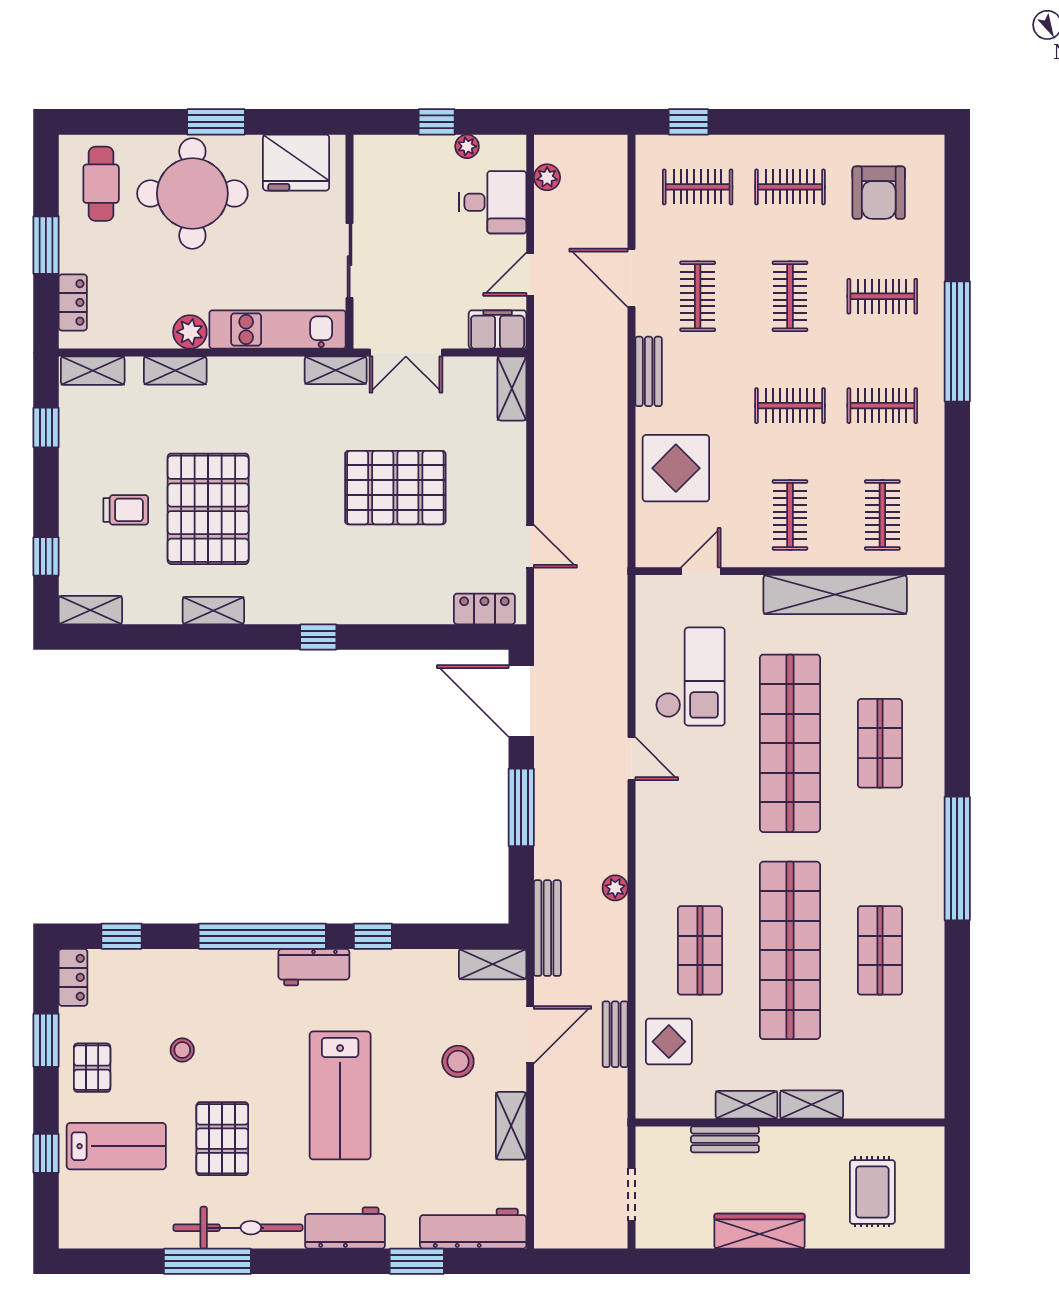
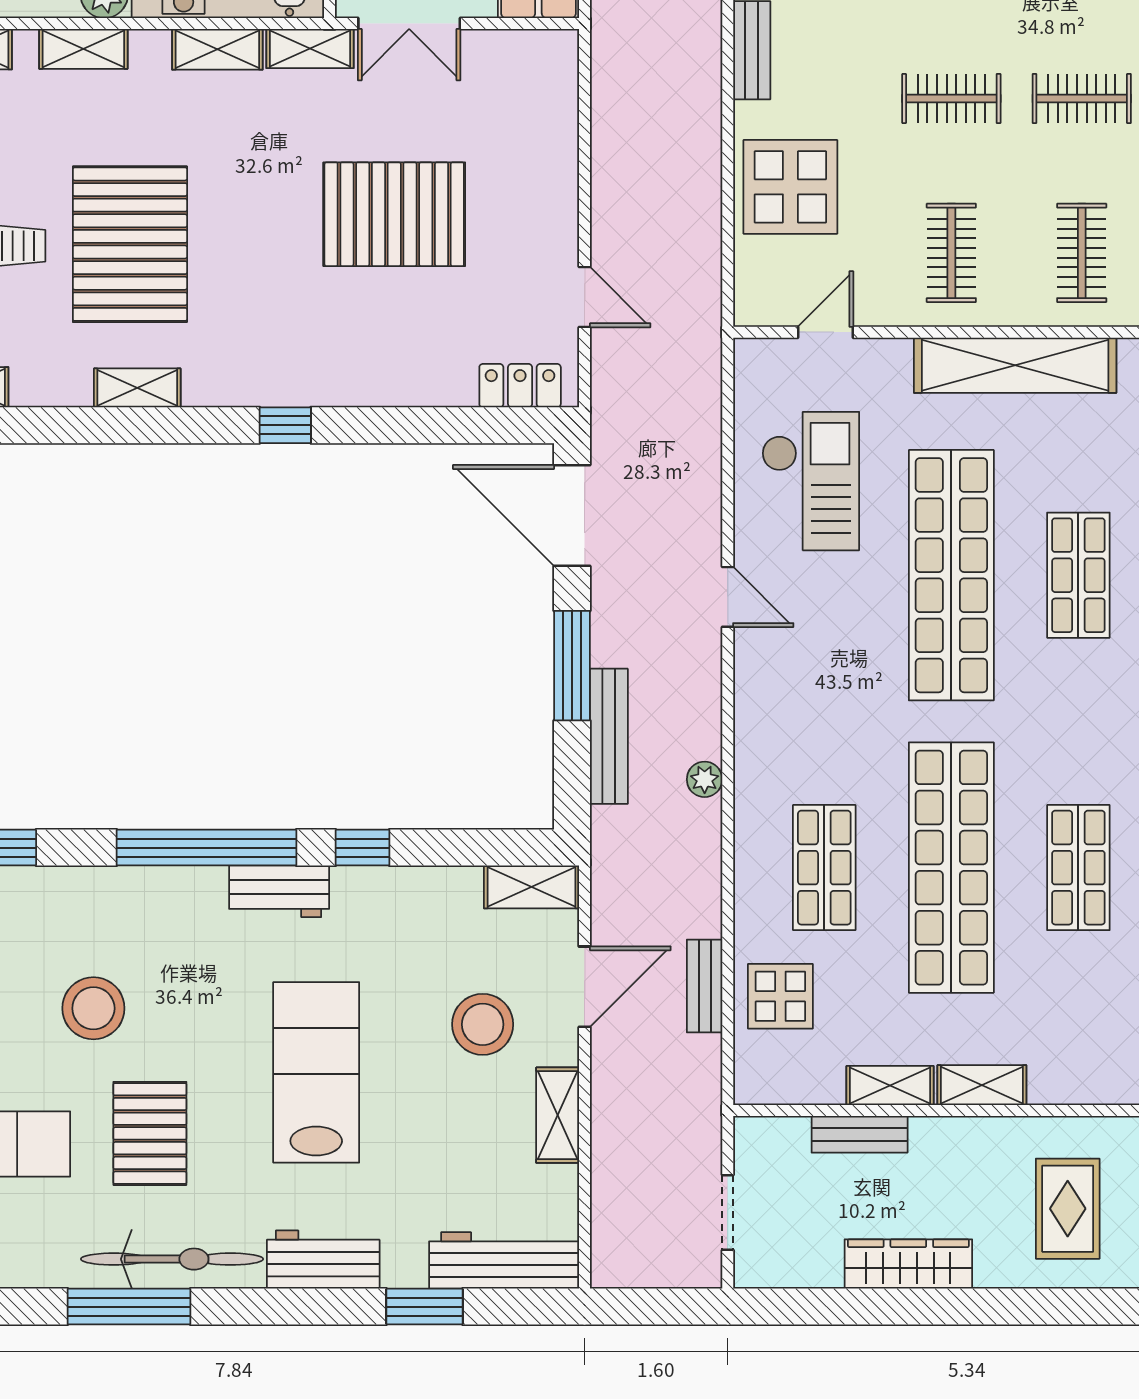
shelving: (512, 388) -> (217, 49), moved, turned 90
bench: (547, 928) -> (609, 736), moved
stool: (182, 1050) -> (93, 1008), width x1.89, depth x1.89
stool: (458, 1061) -> (483, 1024), width x1.38, depth x1.38
lab bench: (340, 1095) -> (316, 1072), turned 180

